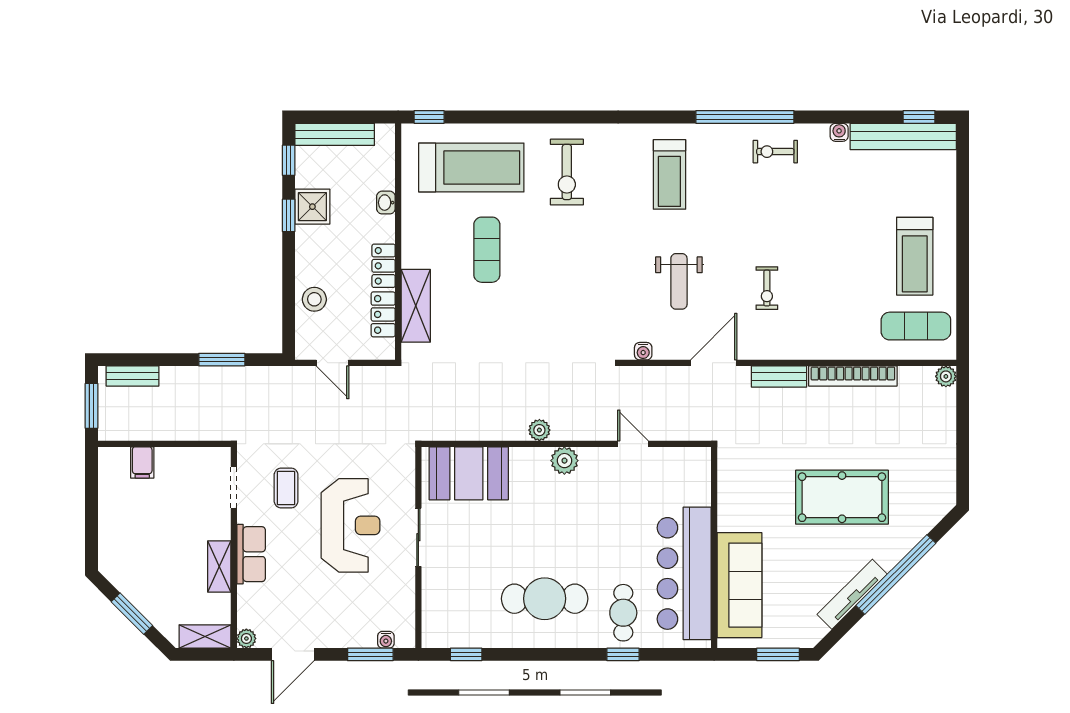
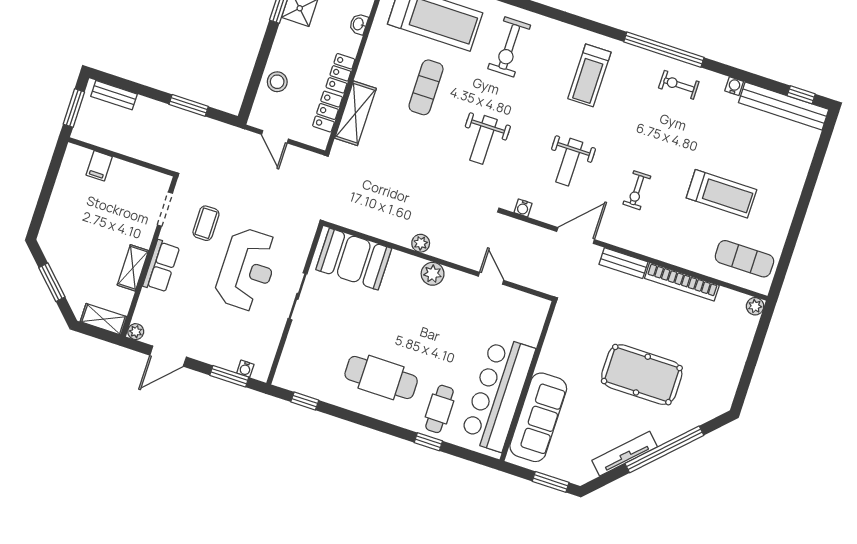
treadmill: (915, 256) -> (721, 194), moved, turned -90
weight bench: (572, 288) -> (483, 140), added

